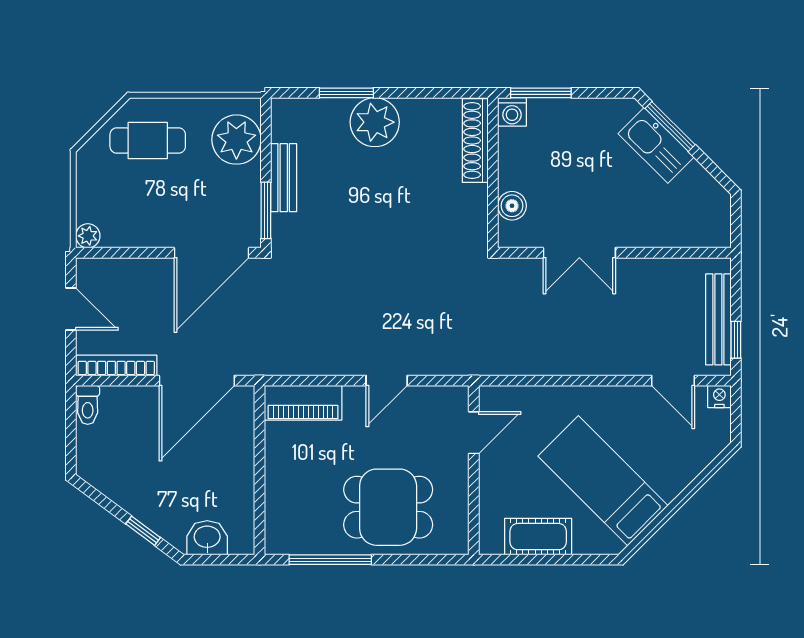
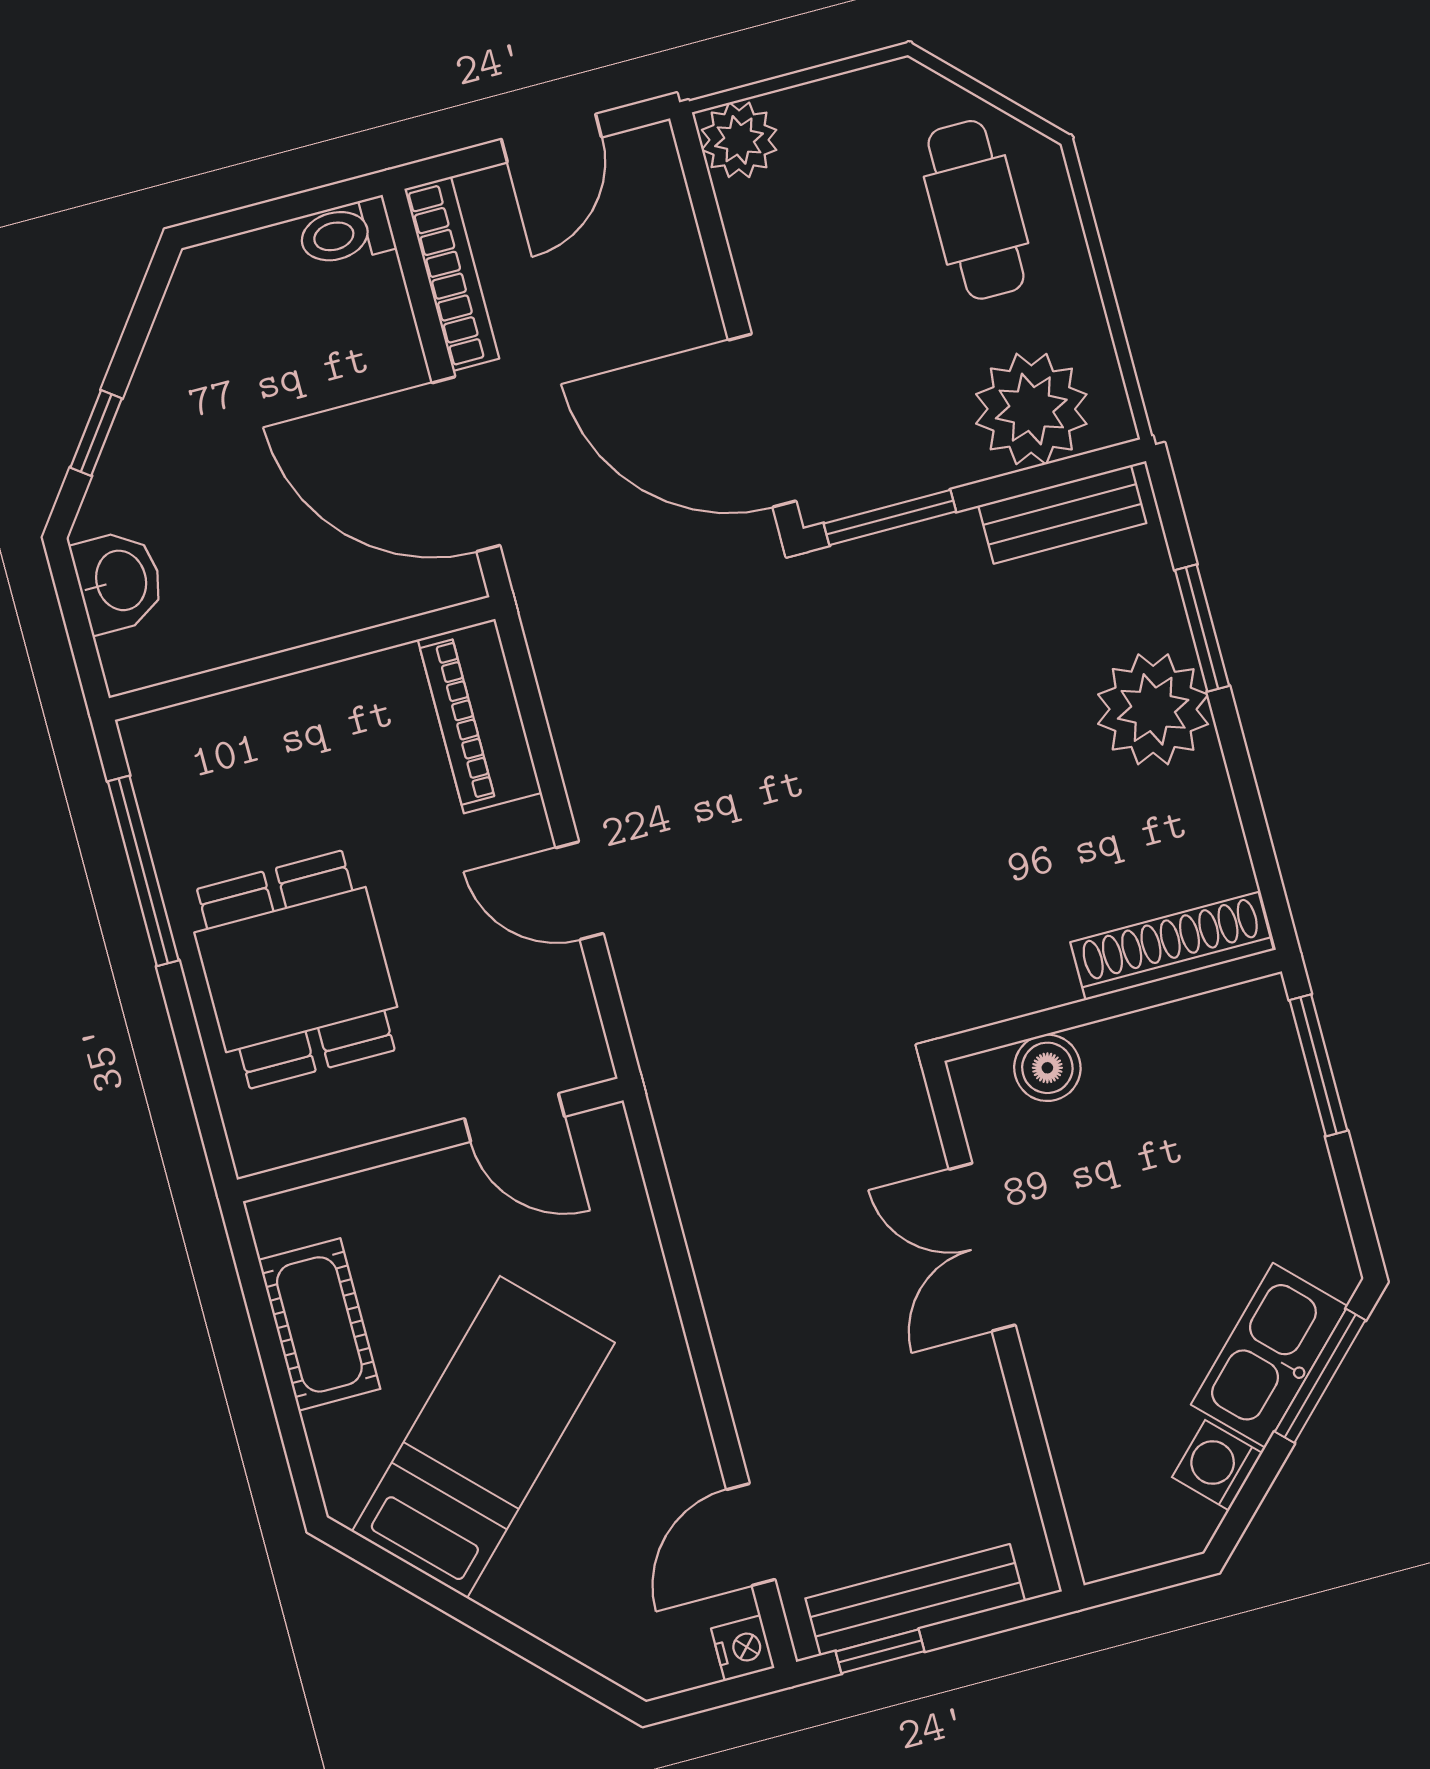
washing machine: (512, 112) -> (1217, 1465), moved, turned 45
bench: (284, 178) -> (1062, 514), moved
plant: (88, 236) -> (739, 140), width x1.38, depth x1.38

